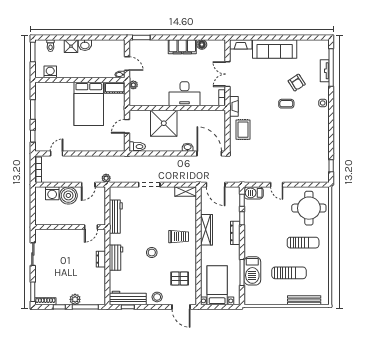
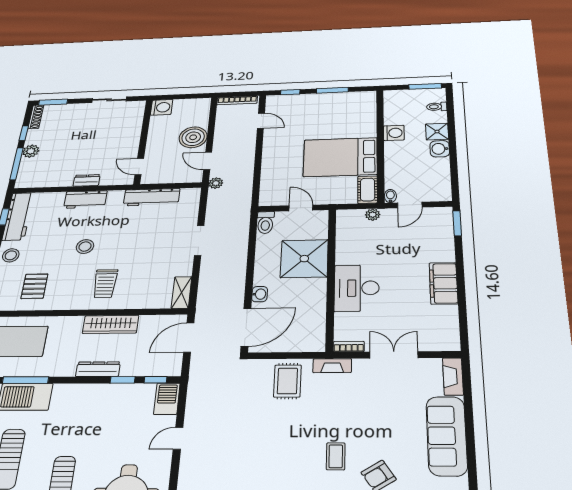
floor lamp: (202, 45) -> (449, 313), removed
washing machine: (50, 72) -> (394, 133), moved
rug: (243, 130) -> (287, 381), turned 90
washing machine: (52, 193) -> (162, 107), moved, turned 180

